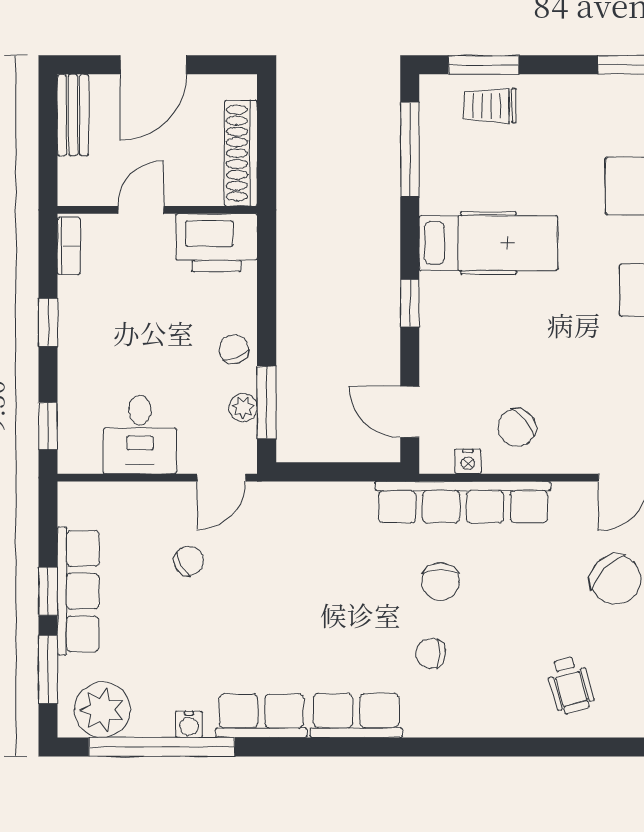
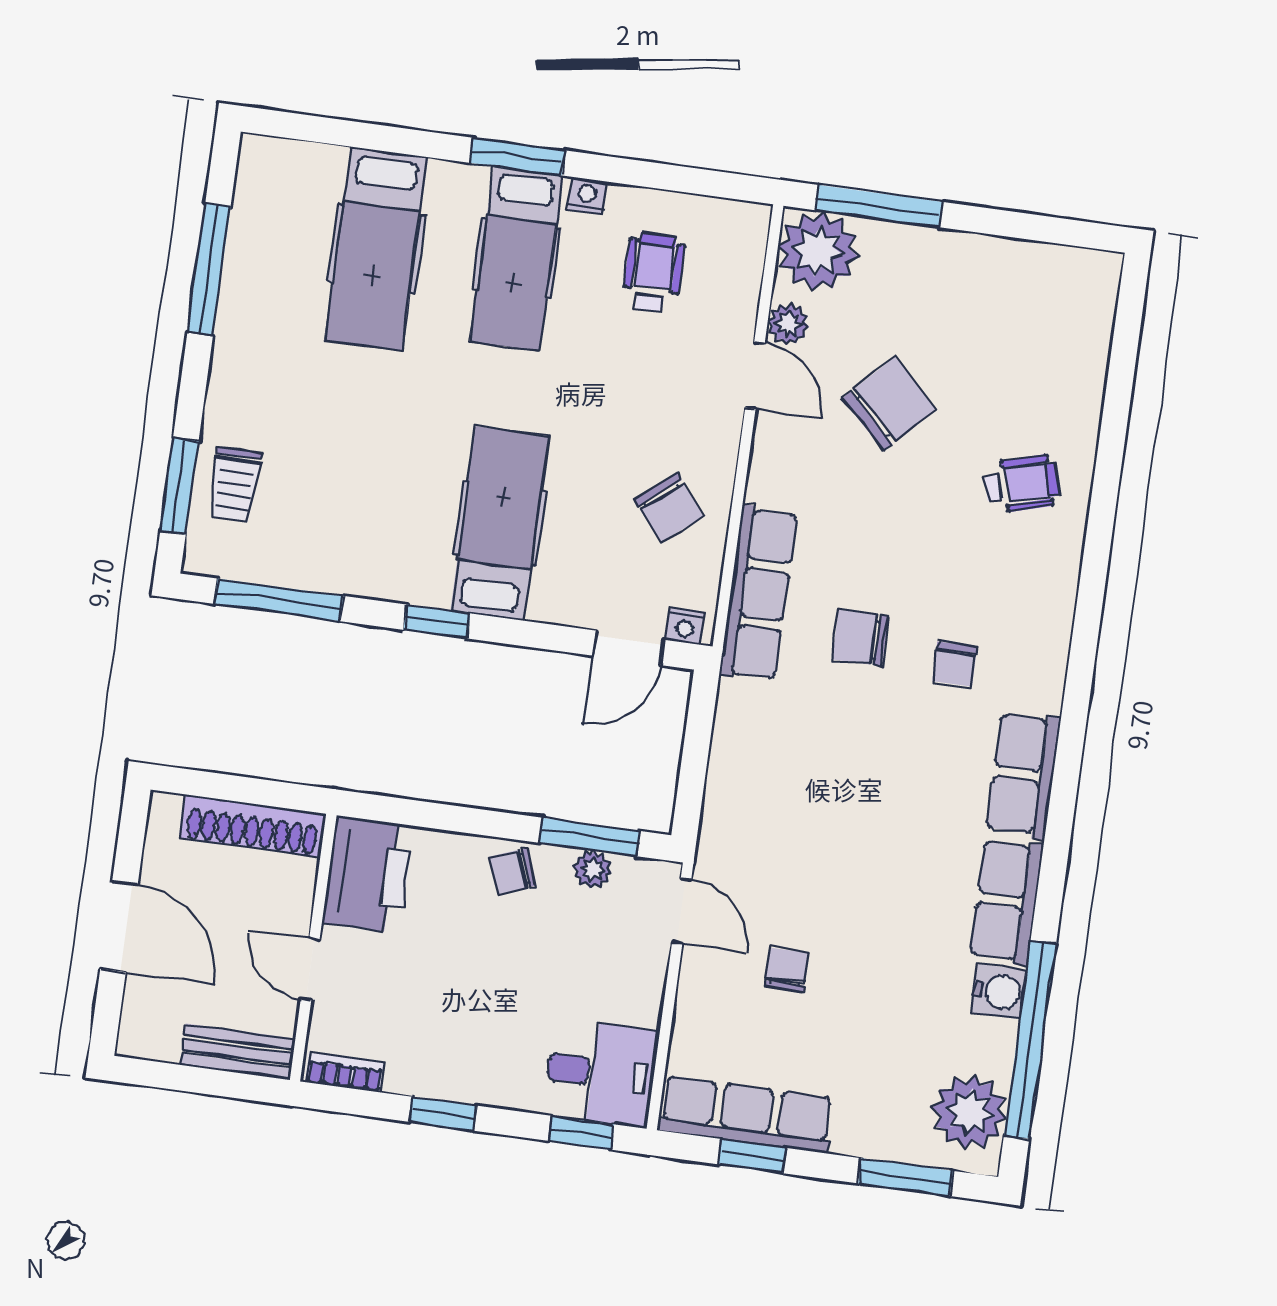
bench: (73, 115) -> (237, 1052), moved
hospital bed: (488, 243) -> (500, 523), moved
window: (410, 303) -> (437, 622), moved
desk: (140, 434) -> (601, 1073), moved
nightstand: (468, 461) -> (685, 626), moved, turned 90
row of seats: (463, 502) -> (758, 593), width x0.73
chair: (189, 561) -> (787, 970), turned 31
chair: (441, 582) -> (860, 638), turned 180
window: (48, 591) -> (752, 1156), moved
row of seats: (78, 591) -> (746, 1114), moved
water cooler: (189, 724) -> (999, 991), width x1.38, depth x1.38

